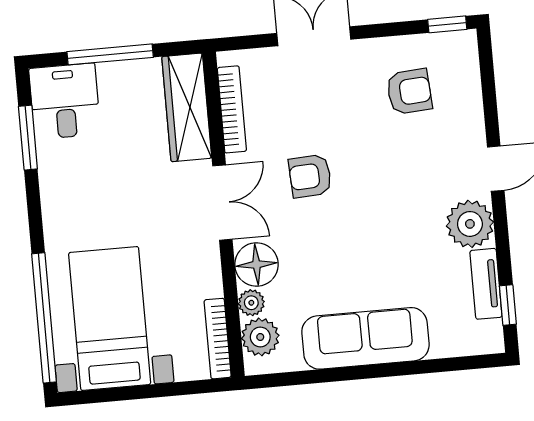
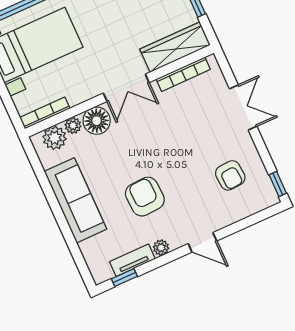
armchair: (310, 176) -> (145, 197), moved, width x1.38, depth x1.38
plant: (470, 224) -> (161, 248), width x0.53, depth x0.53

